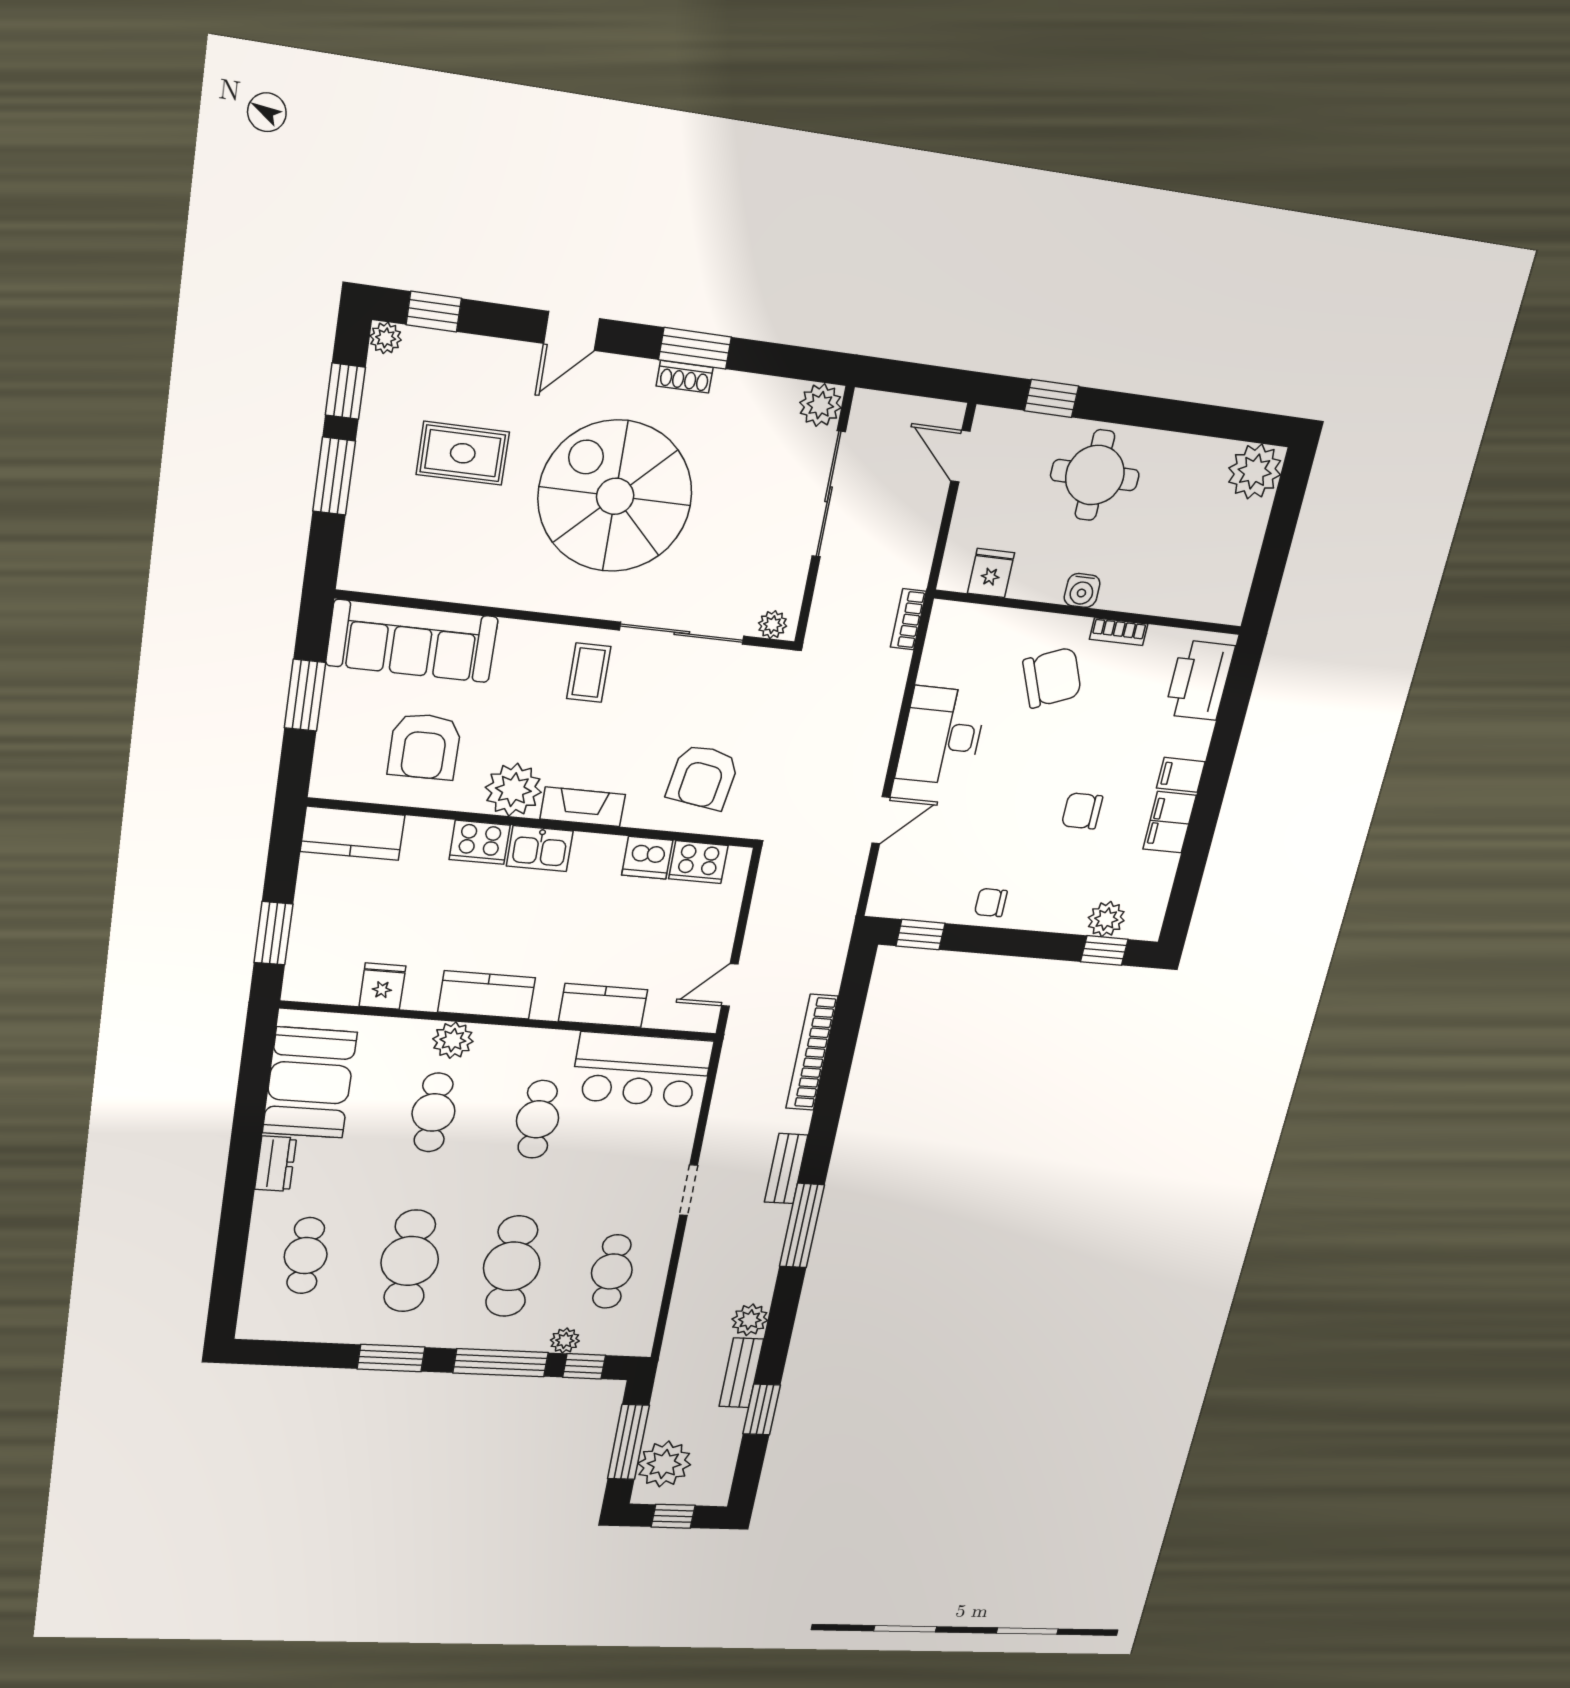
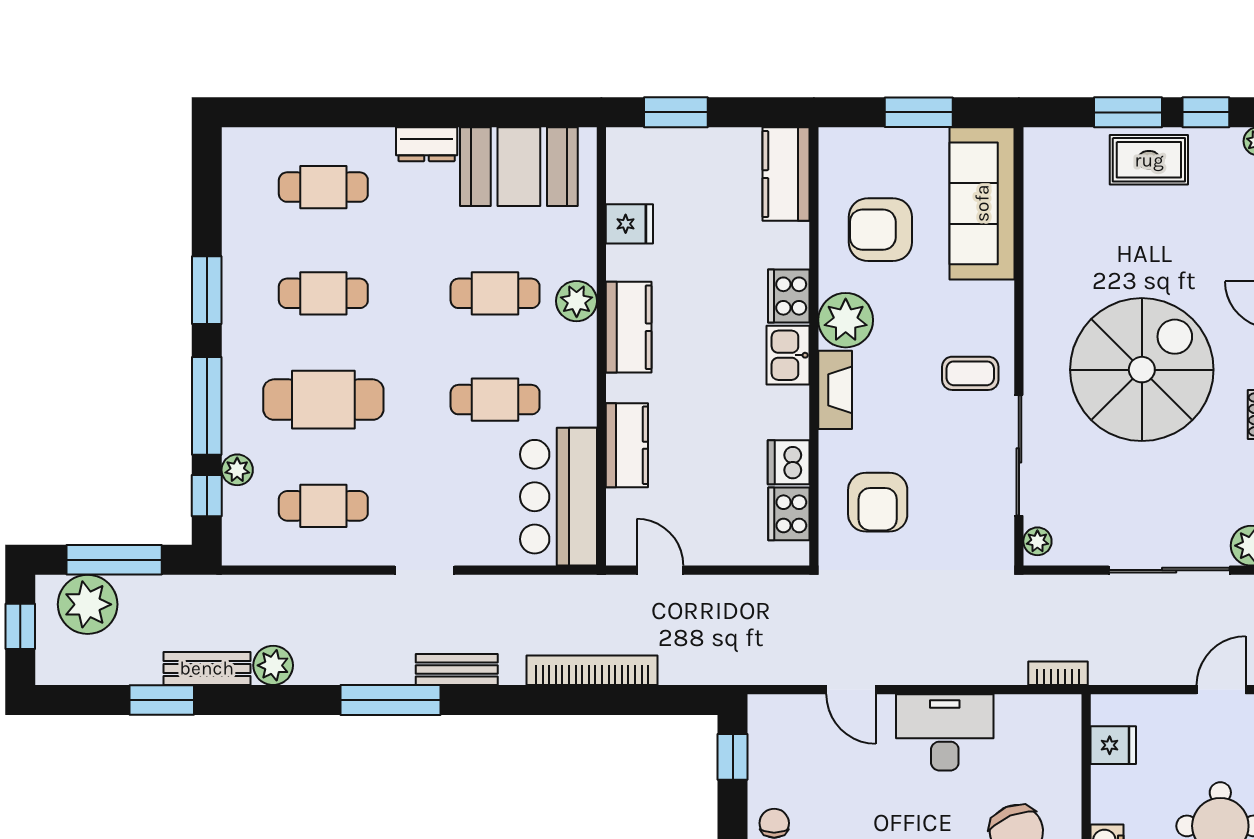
rug: (463, 453) -> (1149, 160), moved, turned 90
armchair: (703, 777) -> (878, 502), turned -99
cafe table: (410, 1261) -> (323, 293), width x0.73, depth x0.74

